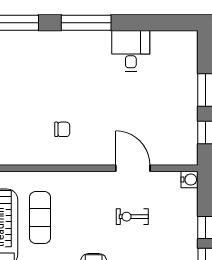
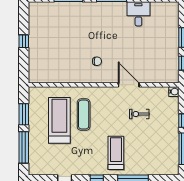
door: (133, 168) -> (129, 85), moved

